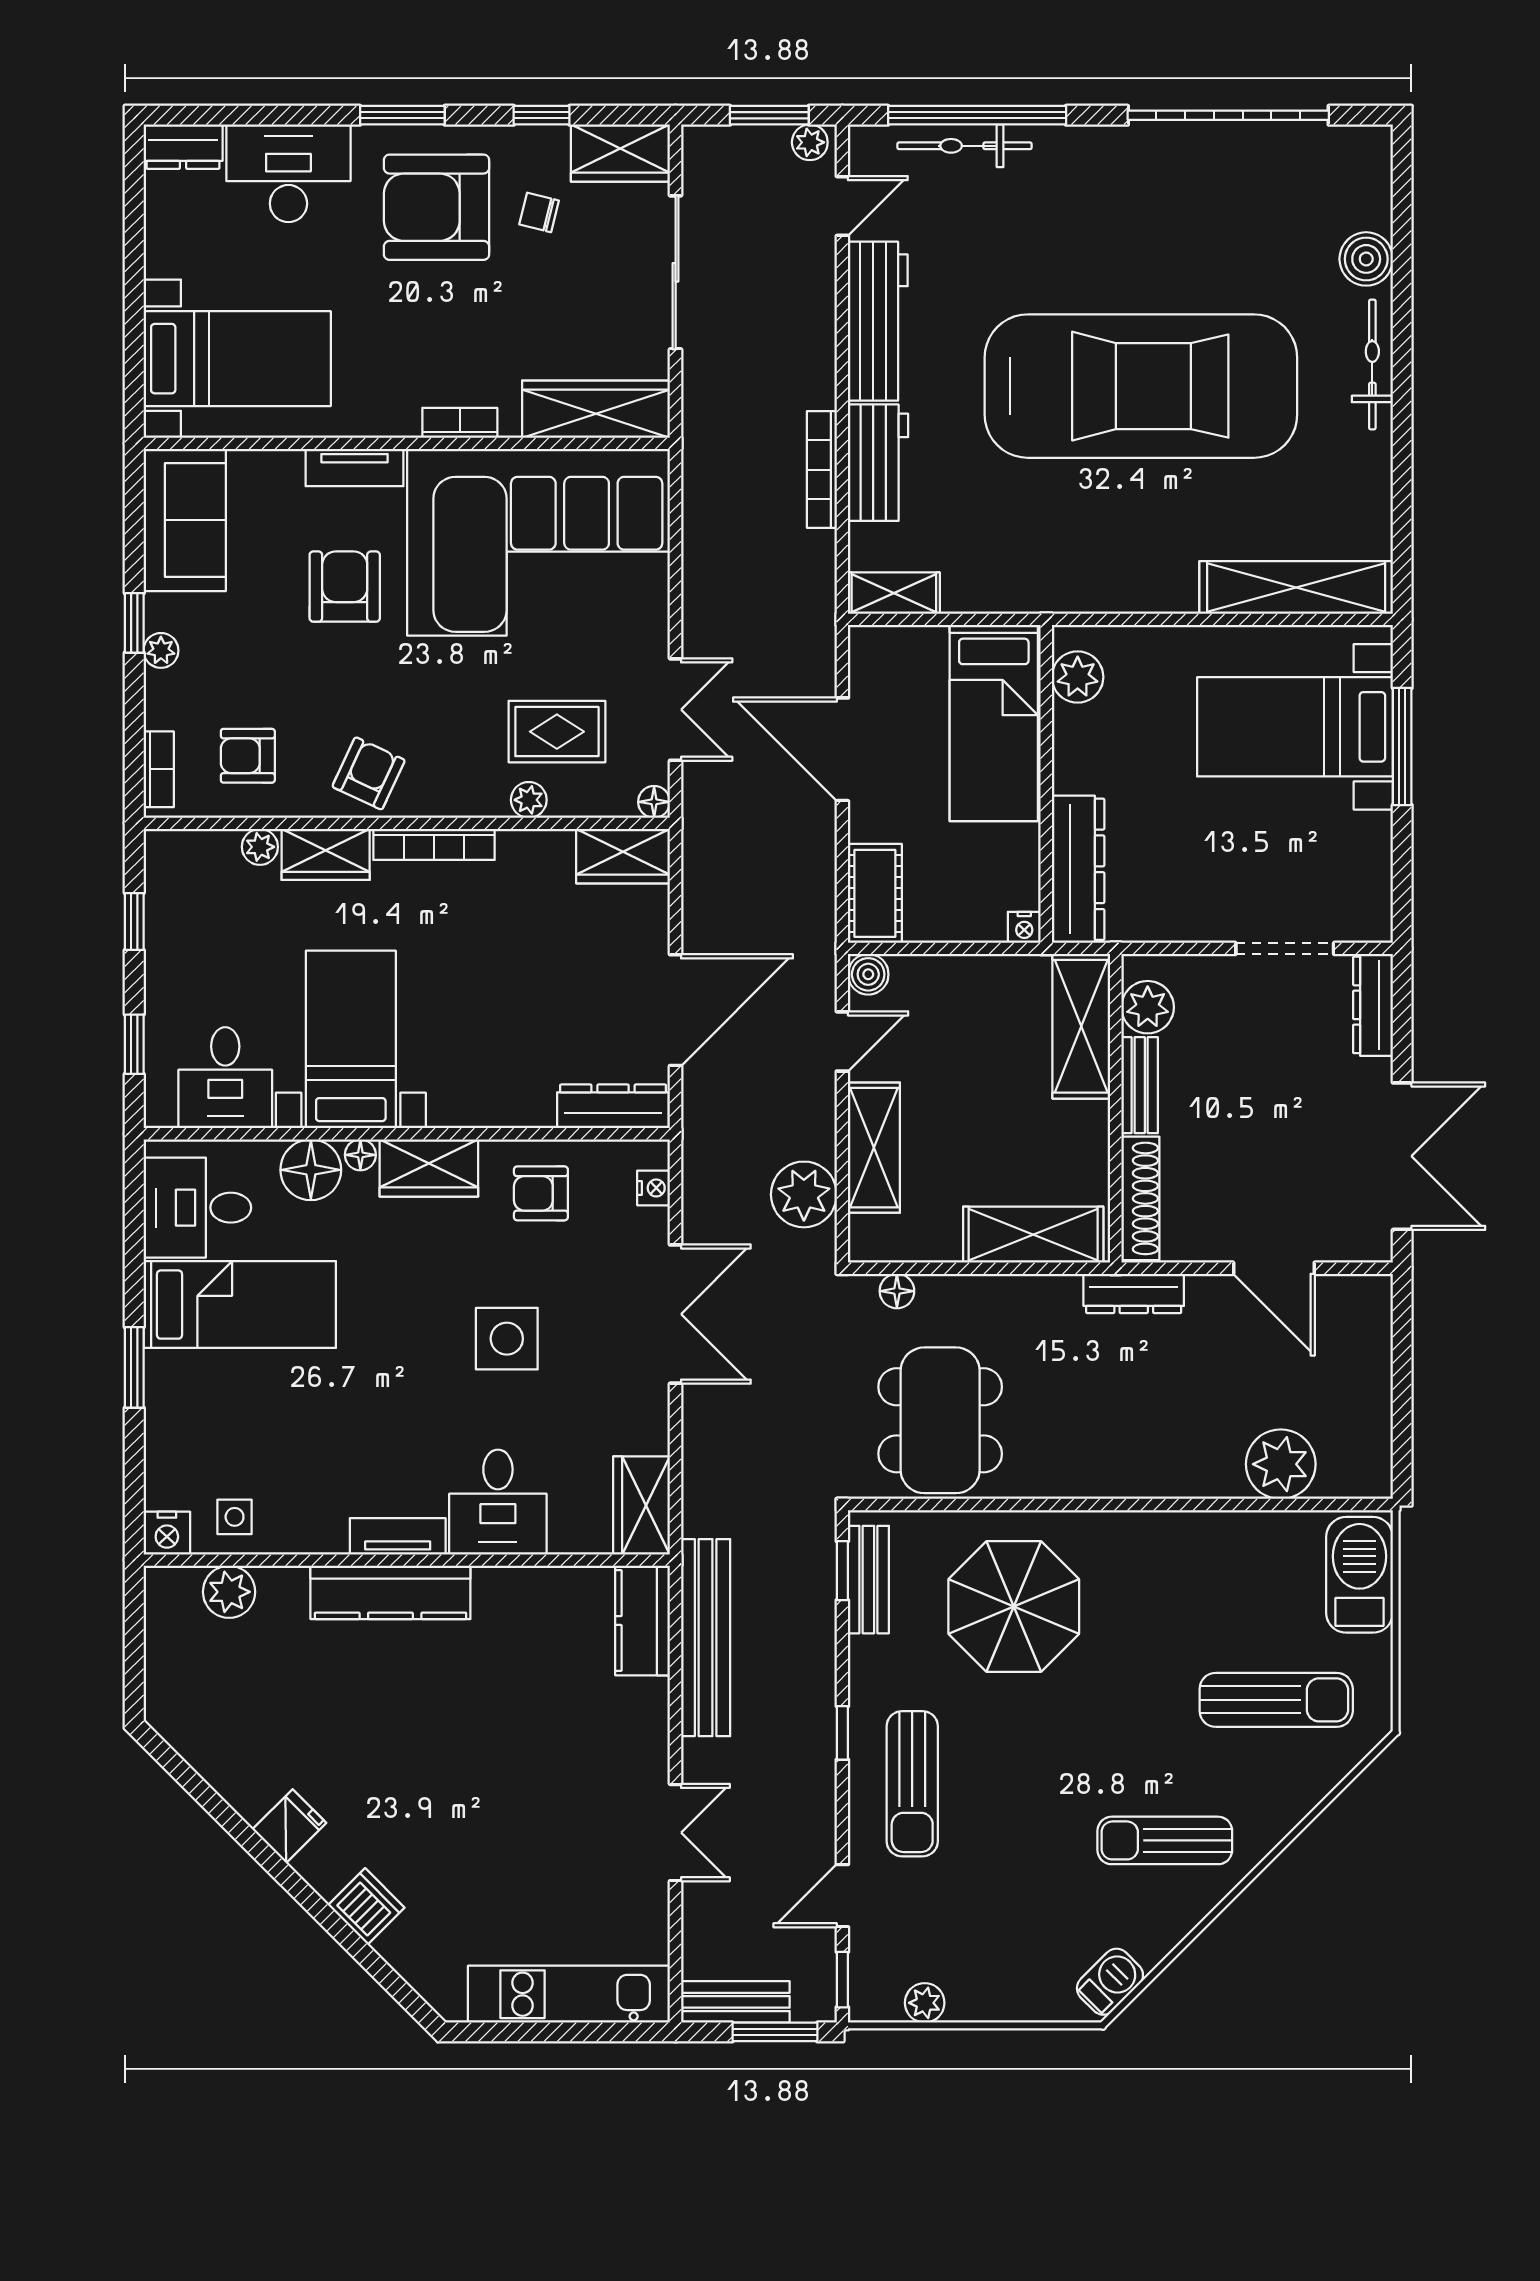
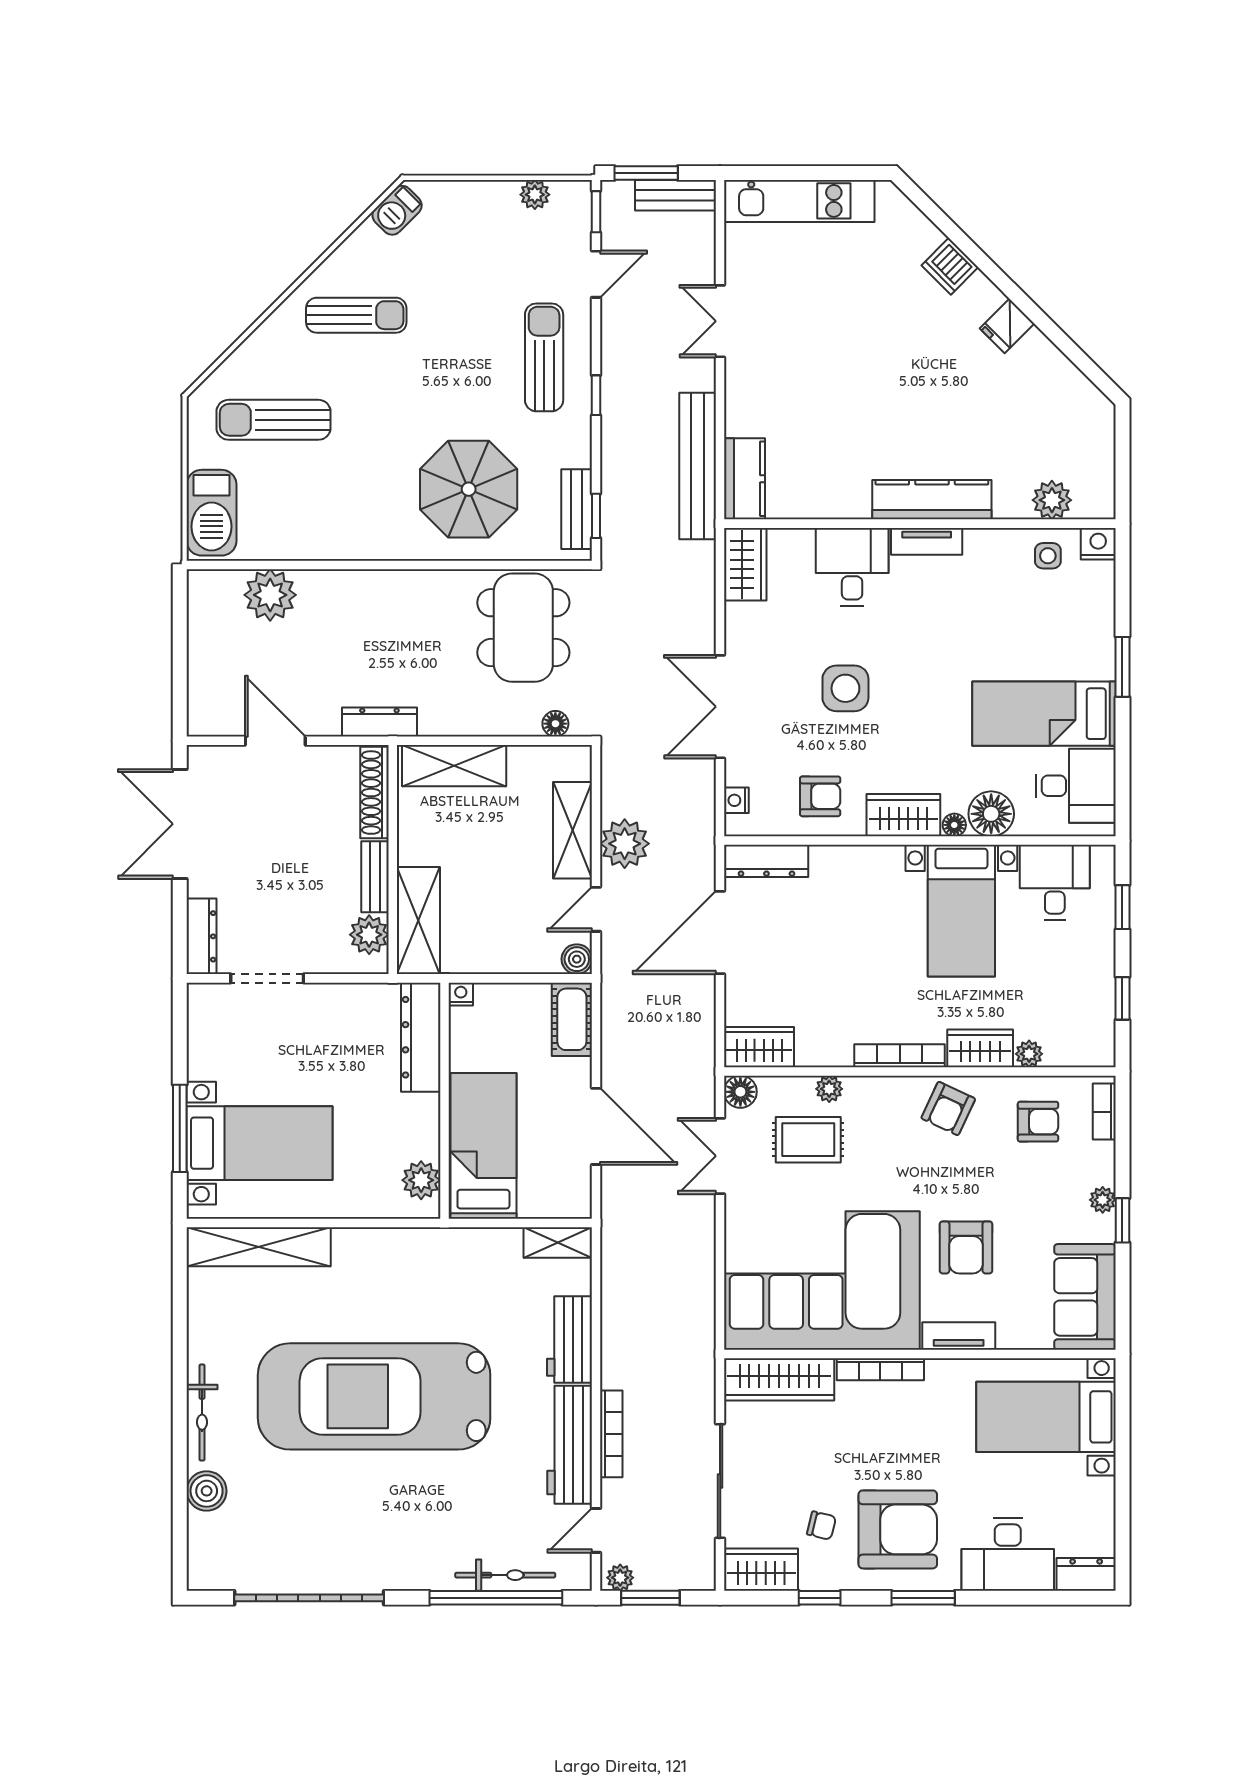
bookcase: (460, 423) -> (880, 1369), width x1.56
bookcase: (822, 470) -> (611, 1434), moved
floor lamp: (654, 802) -> (740, 1092), width x1.37, depth x1.37
plant: (804, 1194) -> (625, 844), moved

